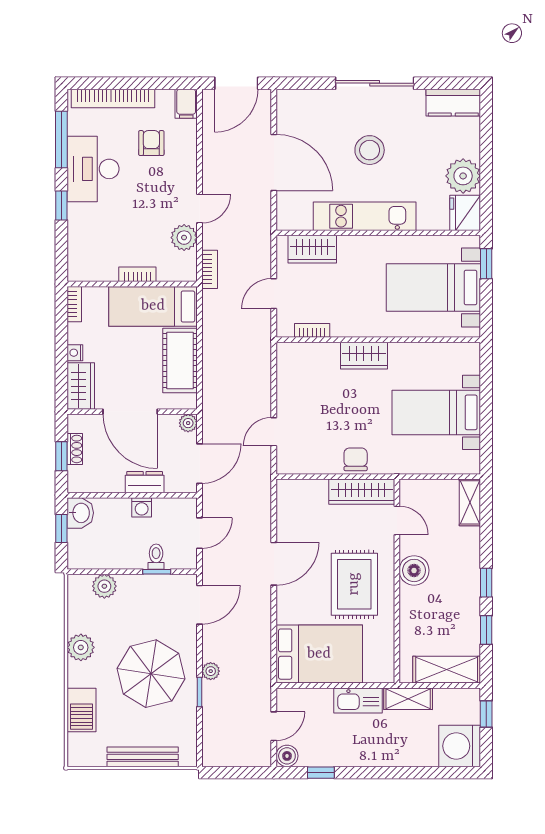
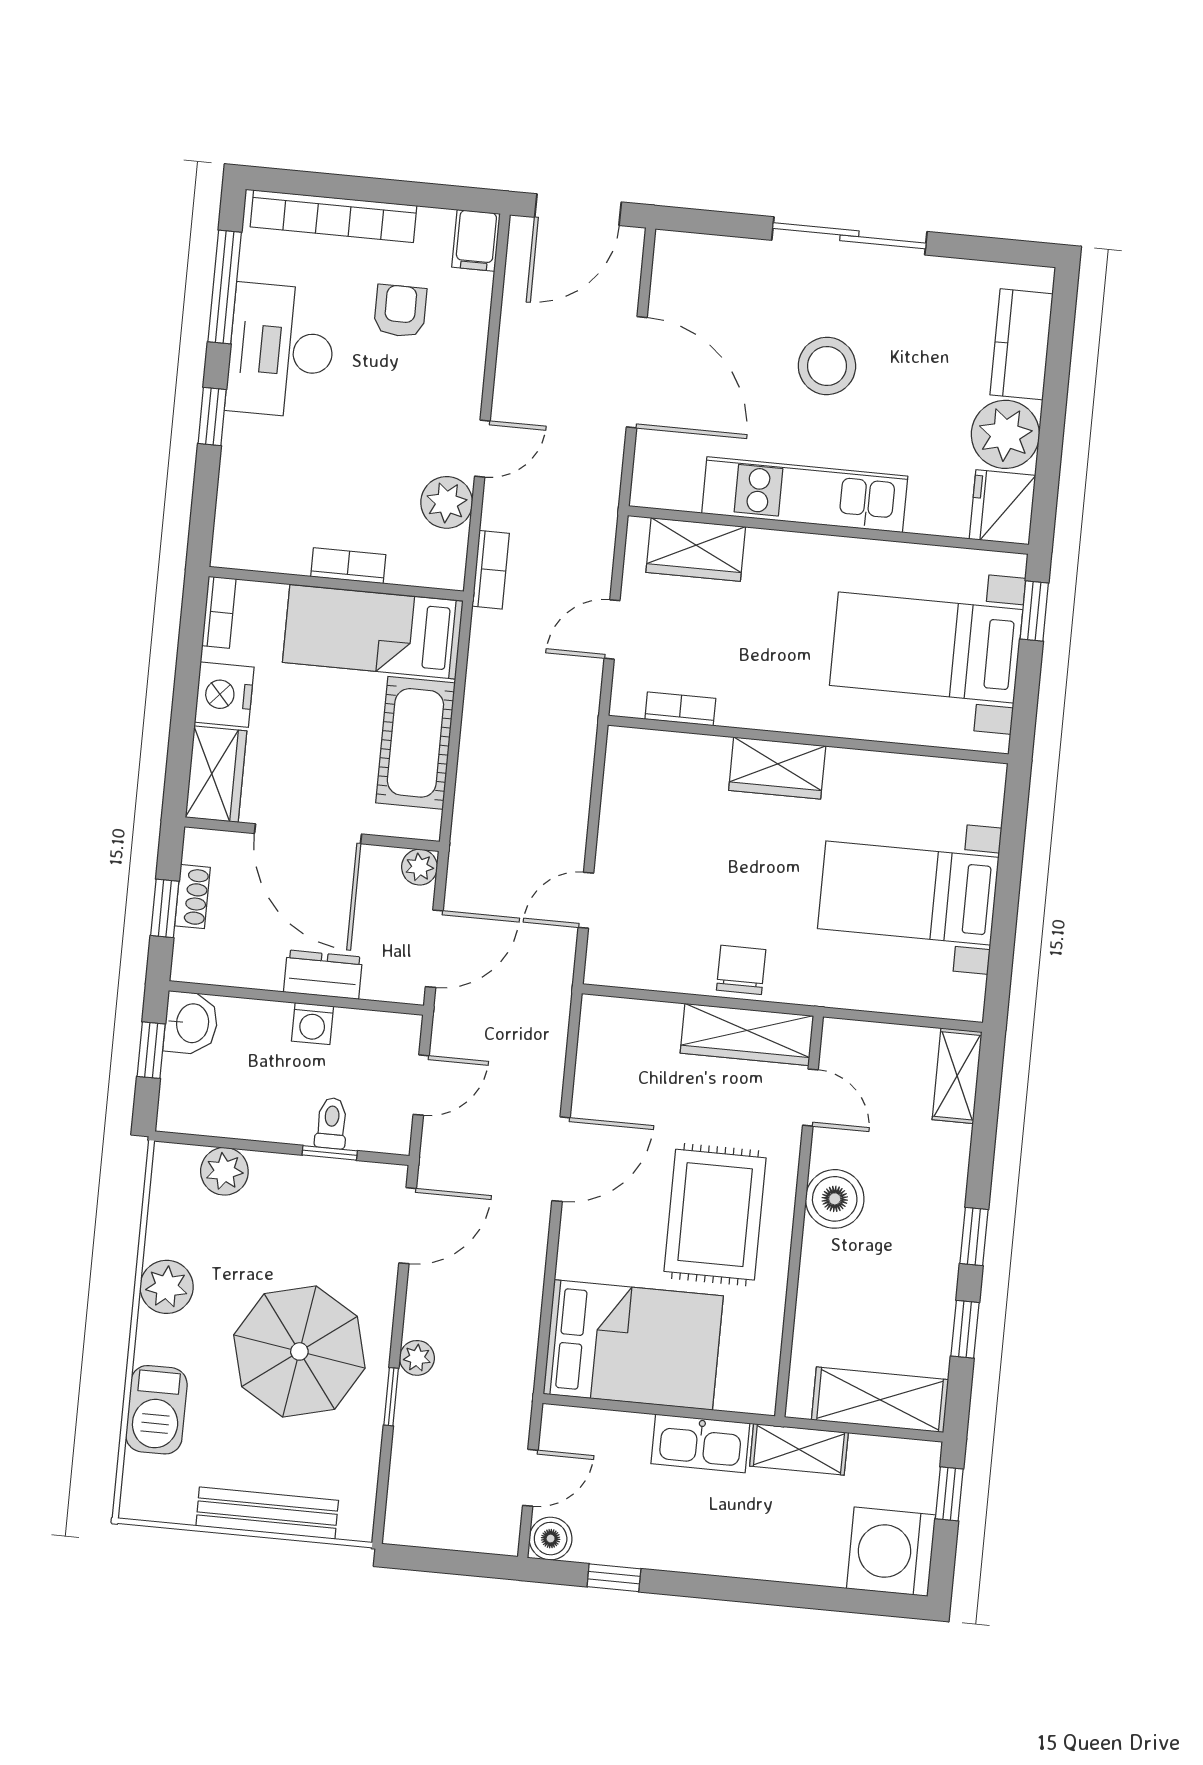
kitchen counter: (453, 103) -> (1022, 344), moved, turned 90
nightstand: (75, 353) -> (224, 695), width x1.89, depth x1.79

